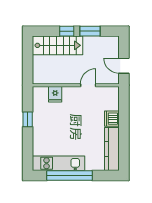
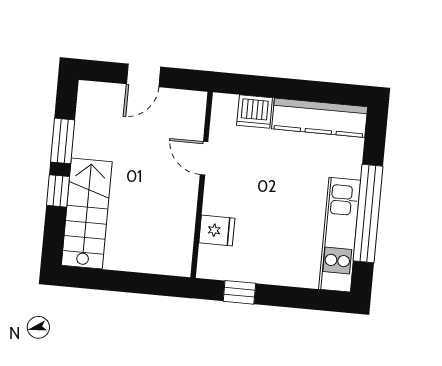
wall: (76, 85) -> (202, 185), moved
door: (88, 85) -> (204, 158), moved
fridge: (55, 94) -> (217, 230), moved

